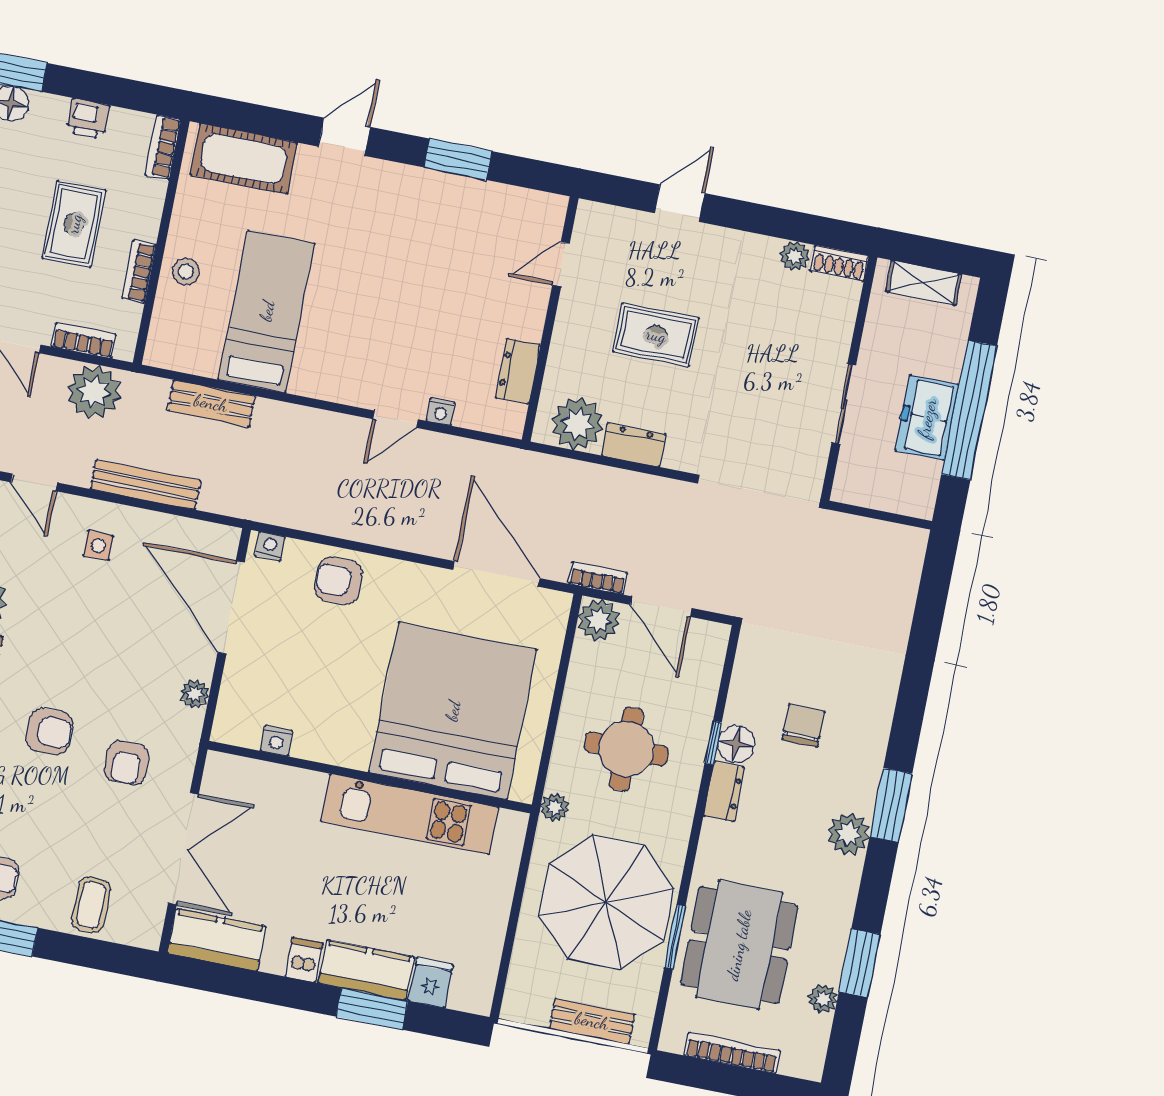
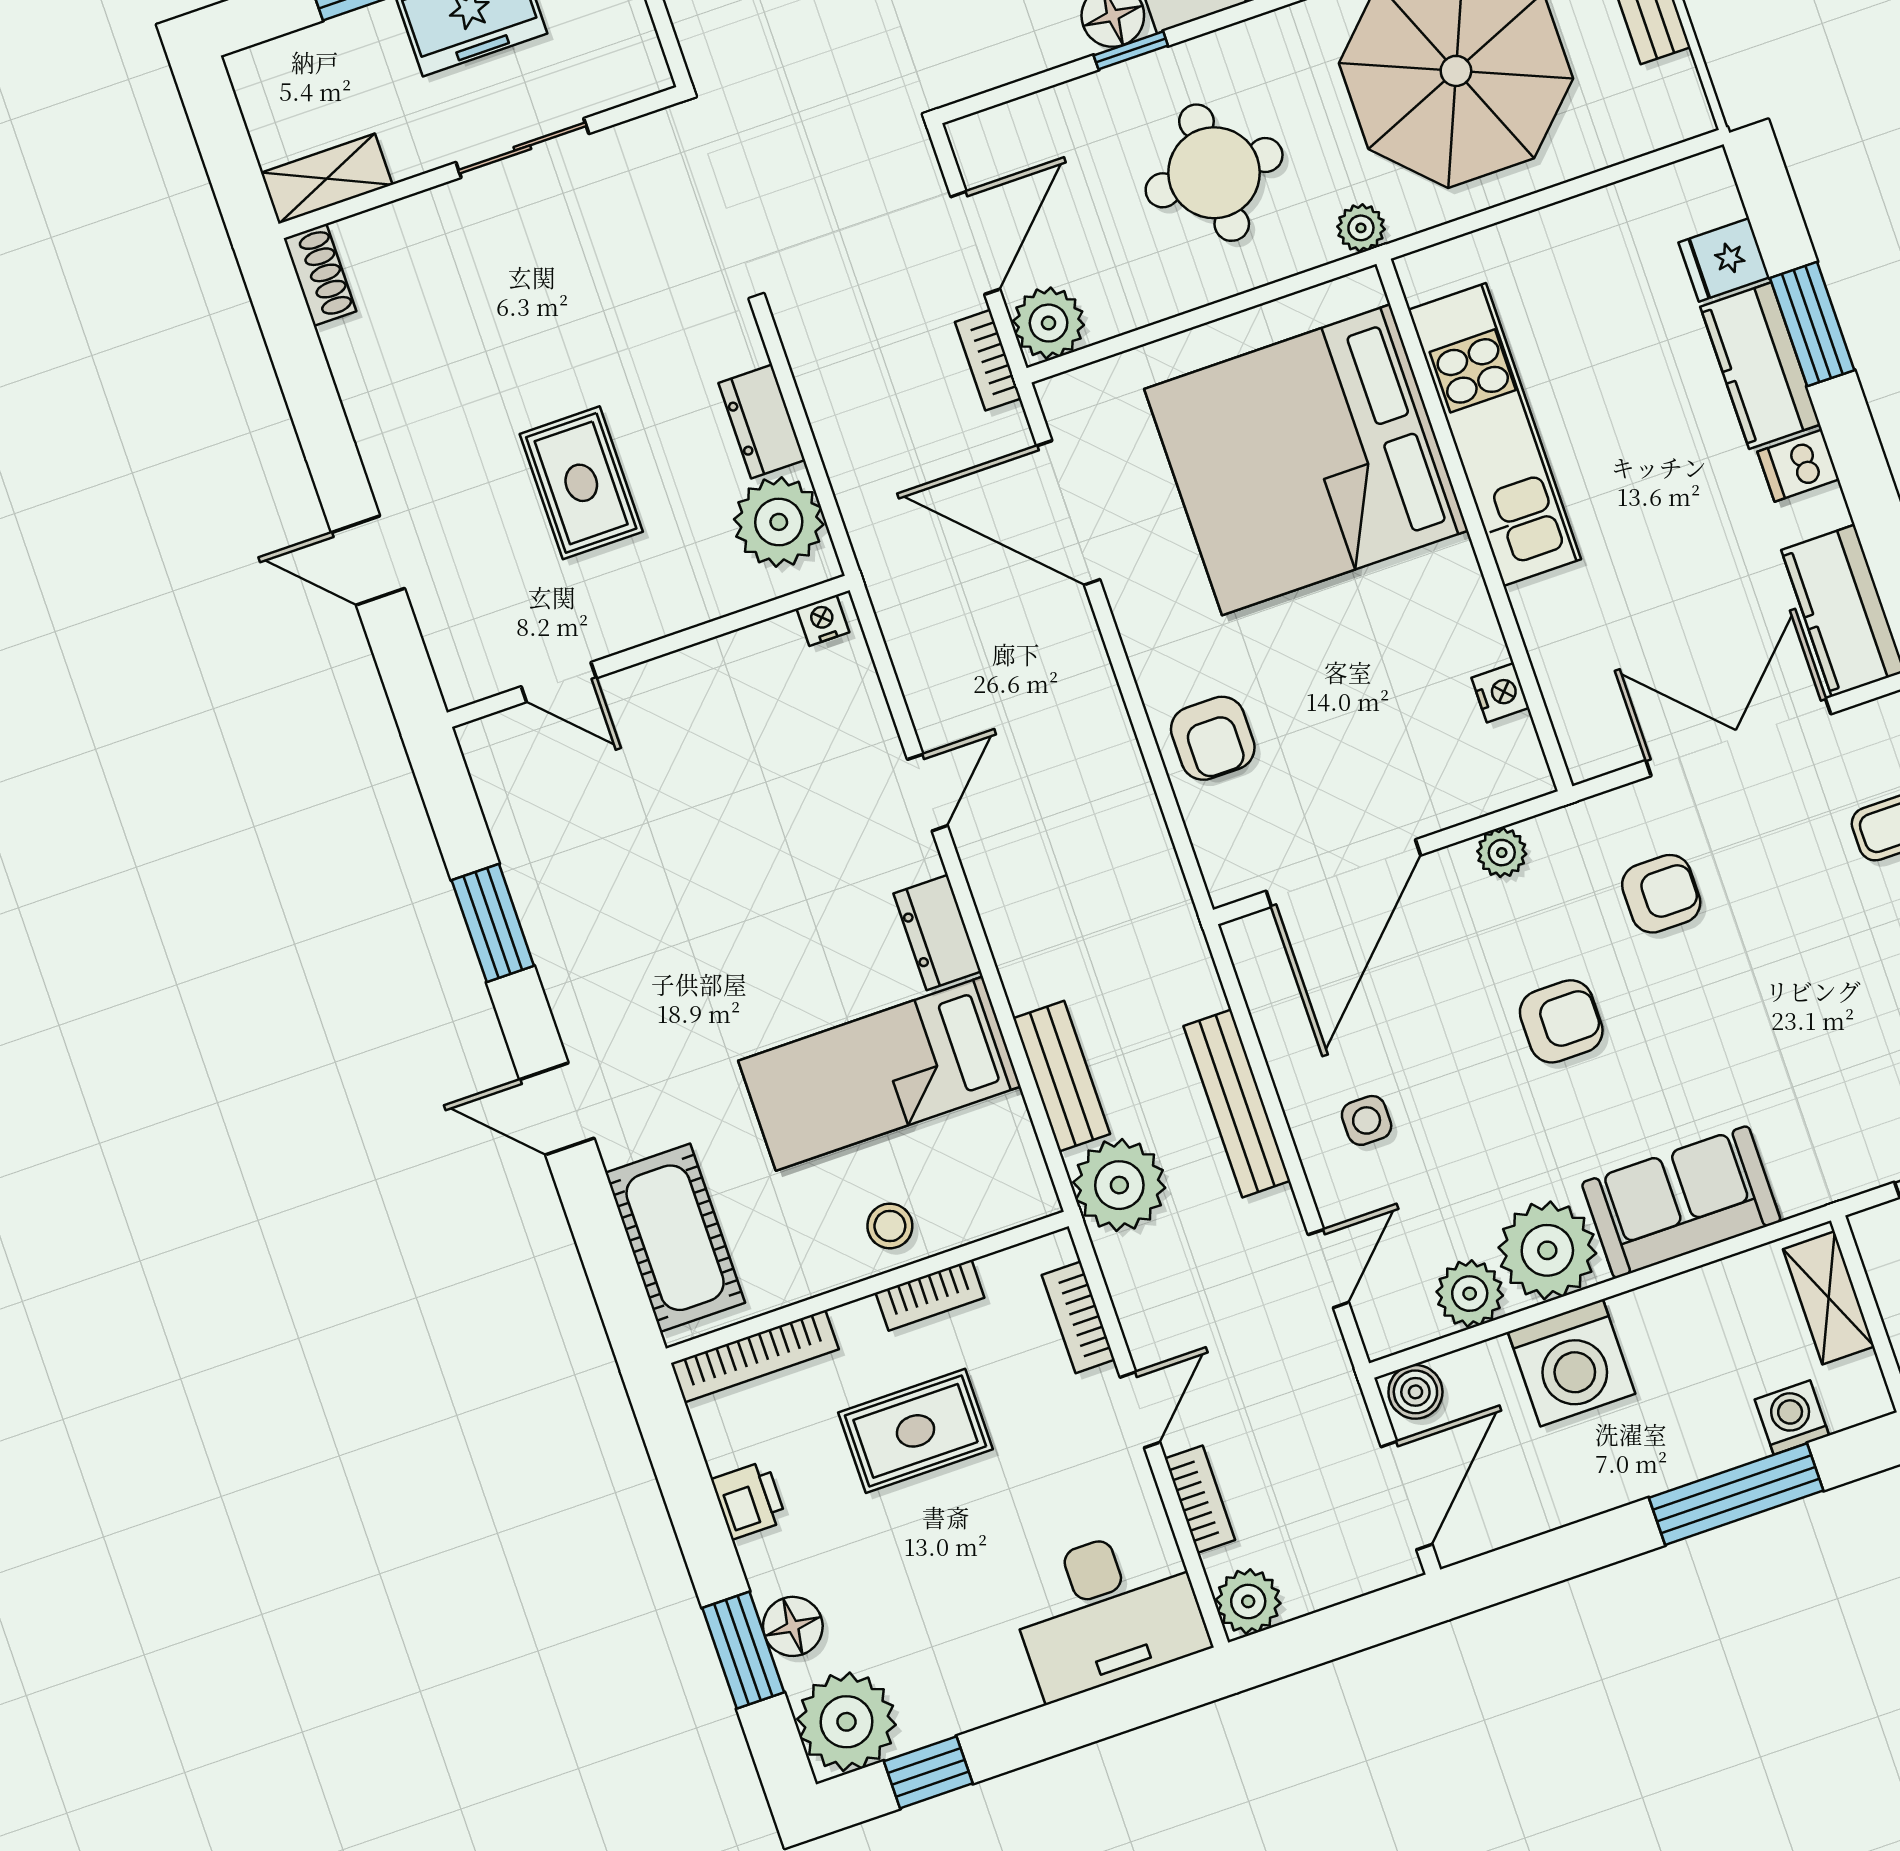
bookcase: (163, 147) -> (755, 1356), width x1.56
plant: (795, 256) -> (347, 347), removed
shelving: (924, 283) -> (327, 179), moved, turned 90
dresser: (518, 371) -> (937, 933), moved, turned 90
plant: (94, 392) -> (1119, 1185), moved
nightstand: (441, 412) -> (823, 620), moved, turned -90
door: (396, 419) -> (927, 792), hinge flipped
nightstand: (270, 546) -> (1221, 868), removed
door: (496, 574) -> (1068, 513), hinge flipped
armchair: (49, 731) -> (1561, 1021), moved, turned 90

